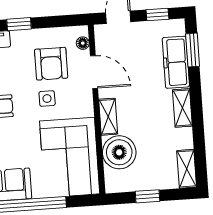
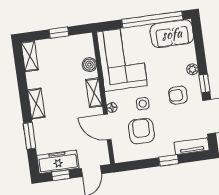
floor lamp: (83, 43) -> (112, 108), moved
window: (193, 50) -> (30, 136), moved
freezer: (176, 62) -> (58, 162), moved, turned -90
boiler: (119, 152) -> (89, 65), width x0.54, depth x0.54

